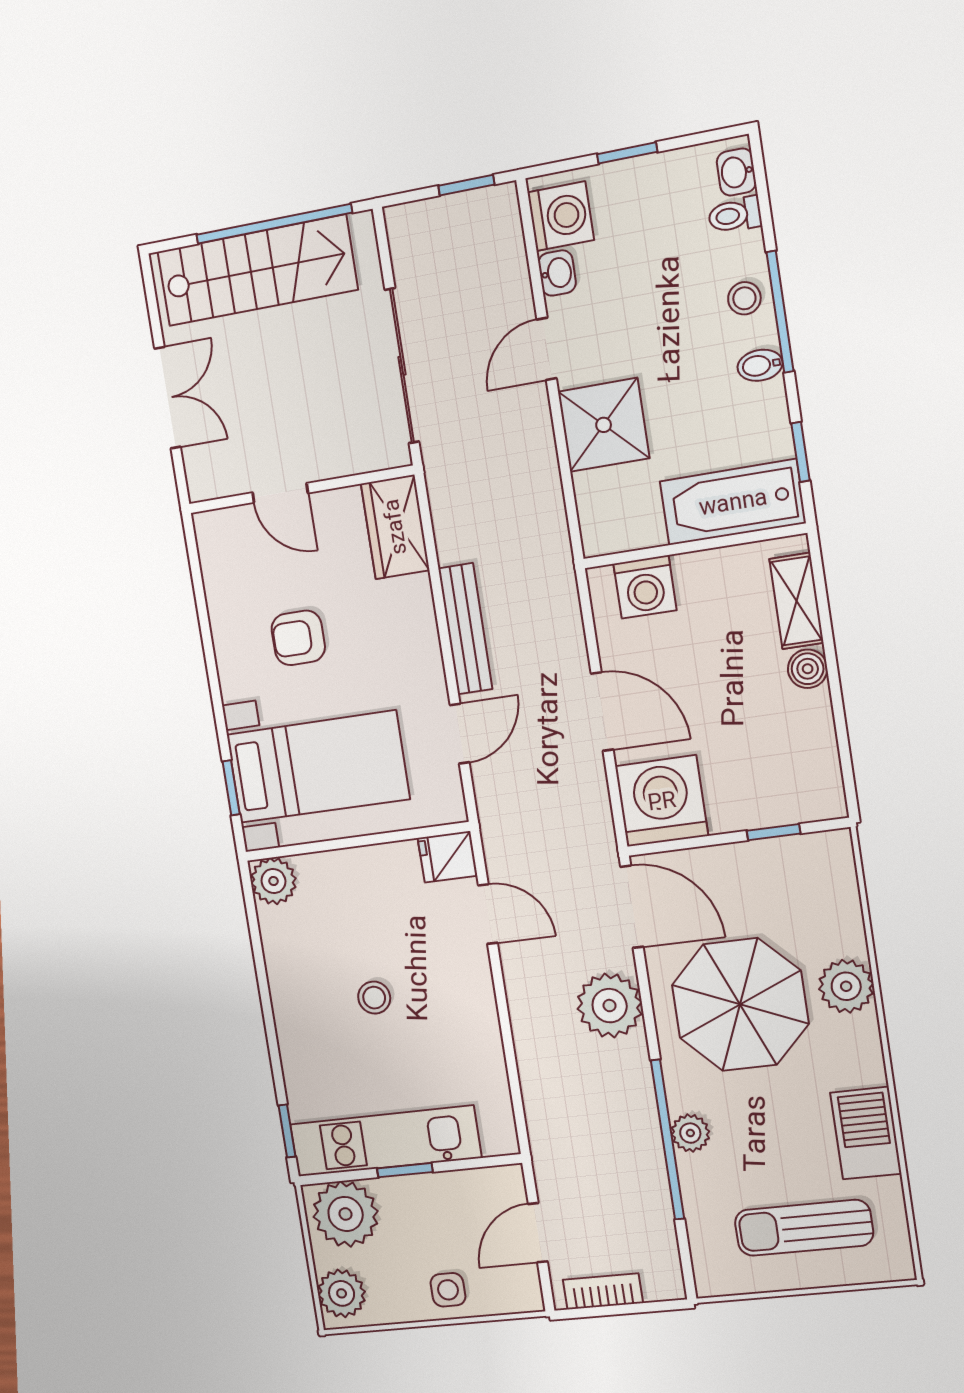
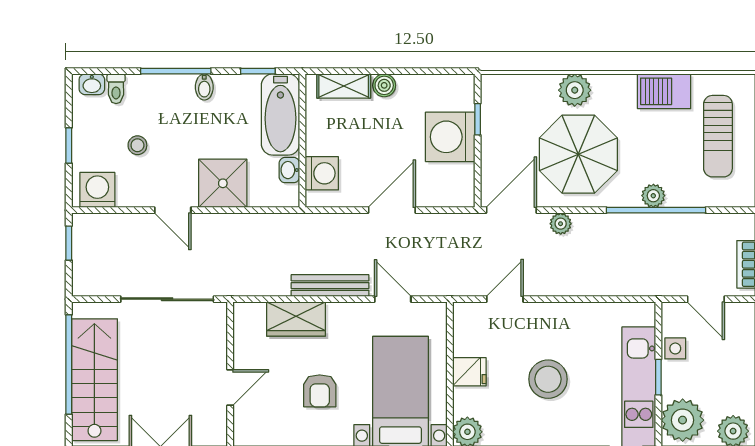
washbasin: (557, 273) -> (289, 170), moved, turned -90
stool: (744, 298) -> (137, 145), moved
wardrobe: (395, 527) -> (296, 319), moved
washing machine: (662, 801) -> (450, 137), moved
fridge: (447, 857) -> (469, 372), moved, turned -90
stool: (374, 998) -> (548, 379), width x1.89, depth x1.89
plant: (610, 1006) -> (561, 224), width x0.53, depth x0.53
side table: (448, 1290) -> (675, 348), moved

